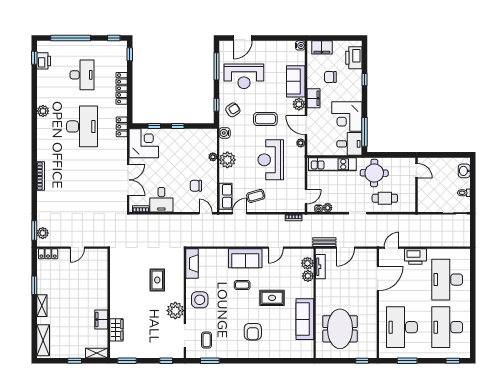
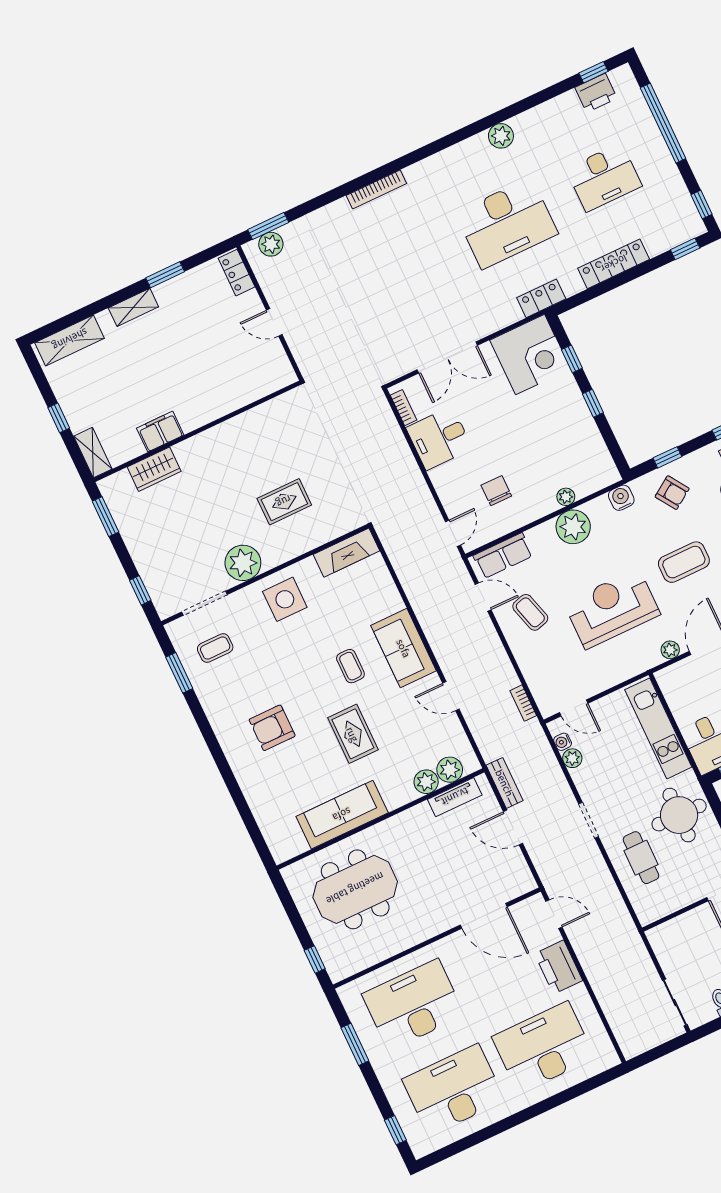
coffee table: (265, 119) -> (684, 562), turned 90

